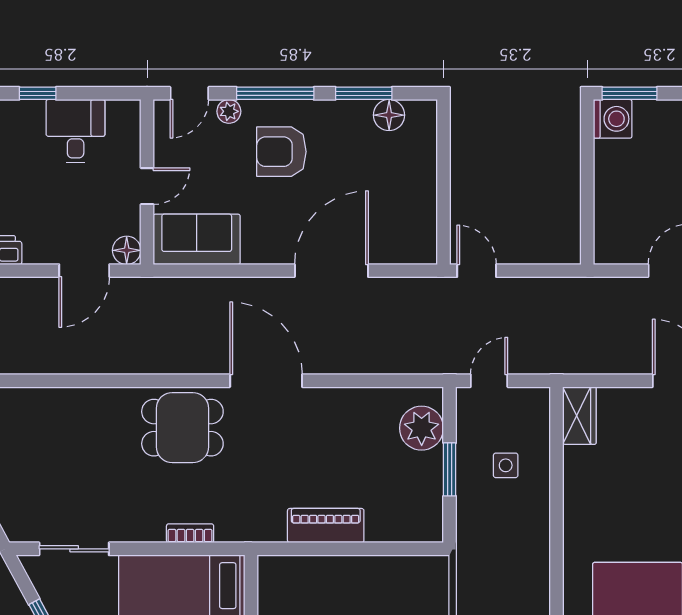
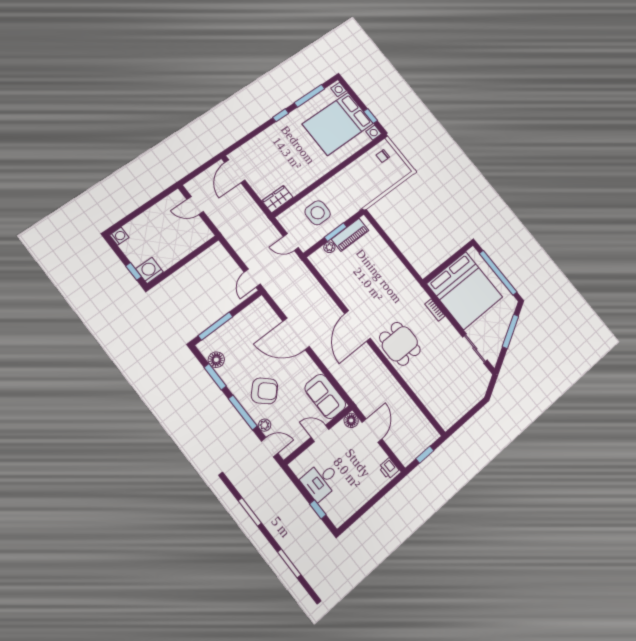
window: (630, 93) -> (134, 271), width x0.67
armchair: (281, 152) -> (264, 391), turned -46
window: (443, 154) -> (215, 326), added
door: (84, 271) -> (372, 431), hinge flipped
plant: (422, 428) -> (329, 247), width x0.53, depth x0.53
side table: (506, 465) -> (318, 213), width x1.87, depth x1.87
piano: (326, 526) -> (350, 235), moved, turned -90

